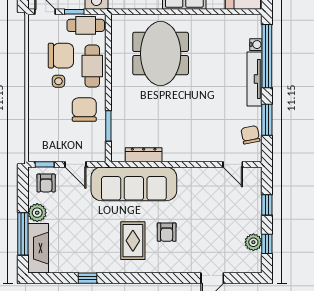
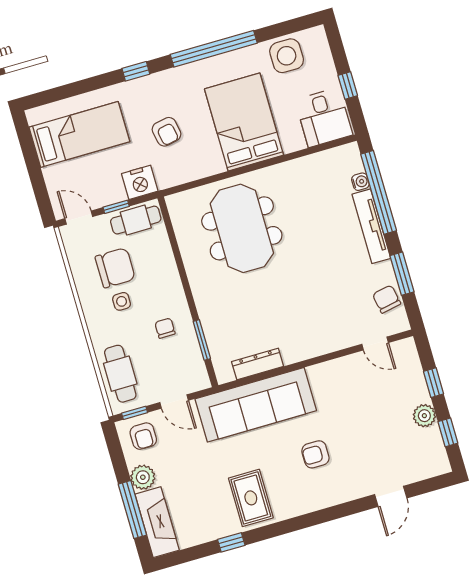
cafe table: (92, 66) -> (120, 374), moved
chair: (84, 110) -> (165, 328), width x0.54, depth x0.54
armchair: (167, 232) -> (315, 454), turned 90
rug: (133, 241) -> (251, 498), moved
plant: (253, 242) -> (424, 416), moved

